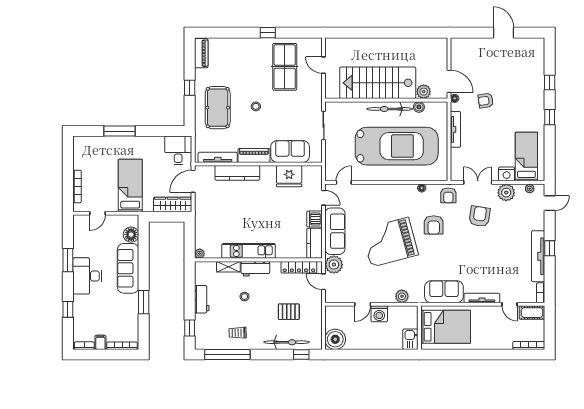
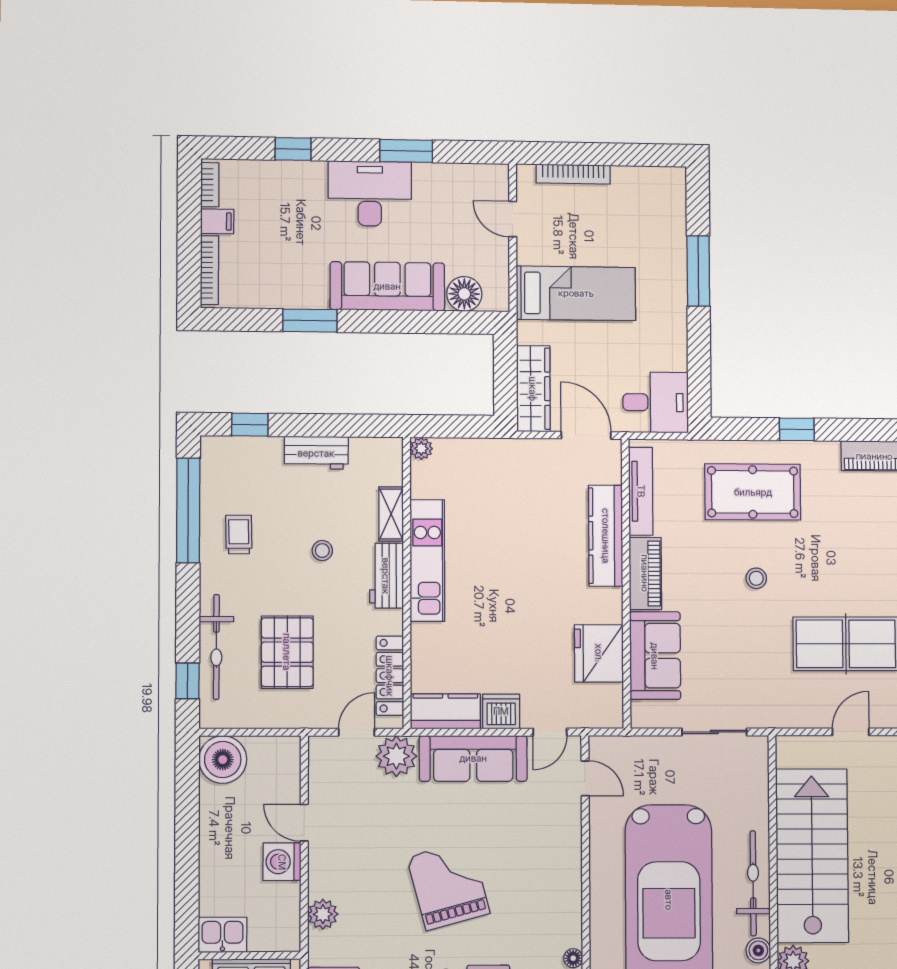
grand piano: (390, 242) -> (448, 885), width x0.73, depth x0.68
pallet: (289, 312) -> (287, 652), width x1.50, depth x1.42

